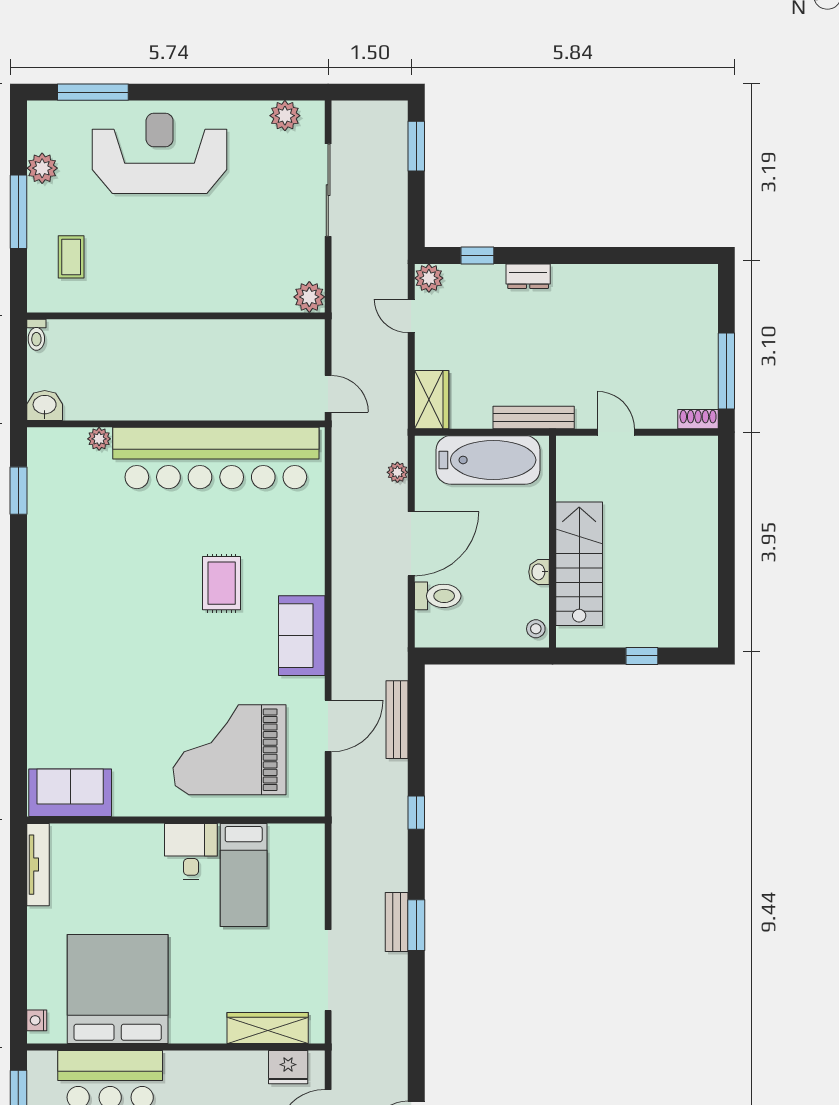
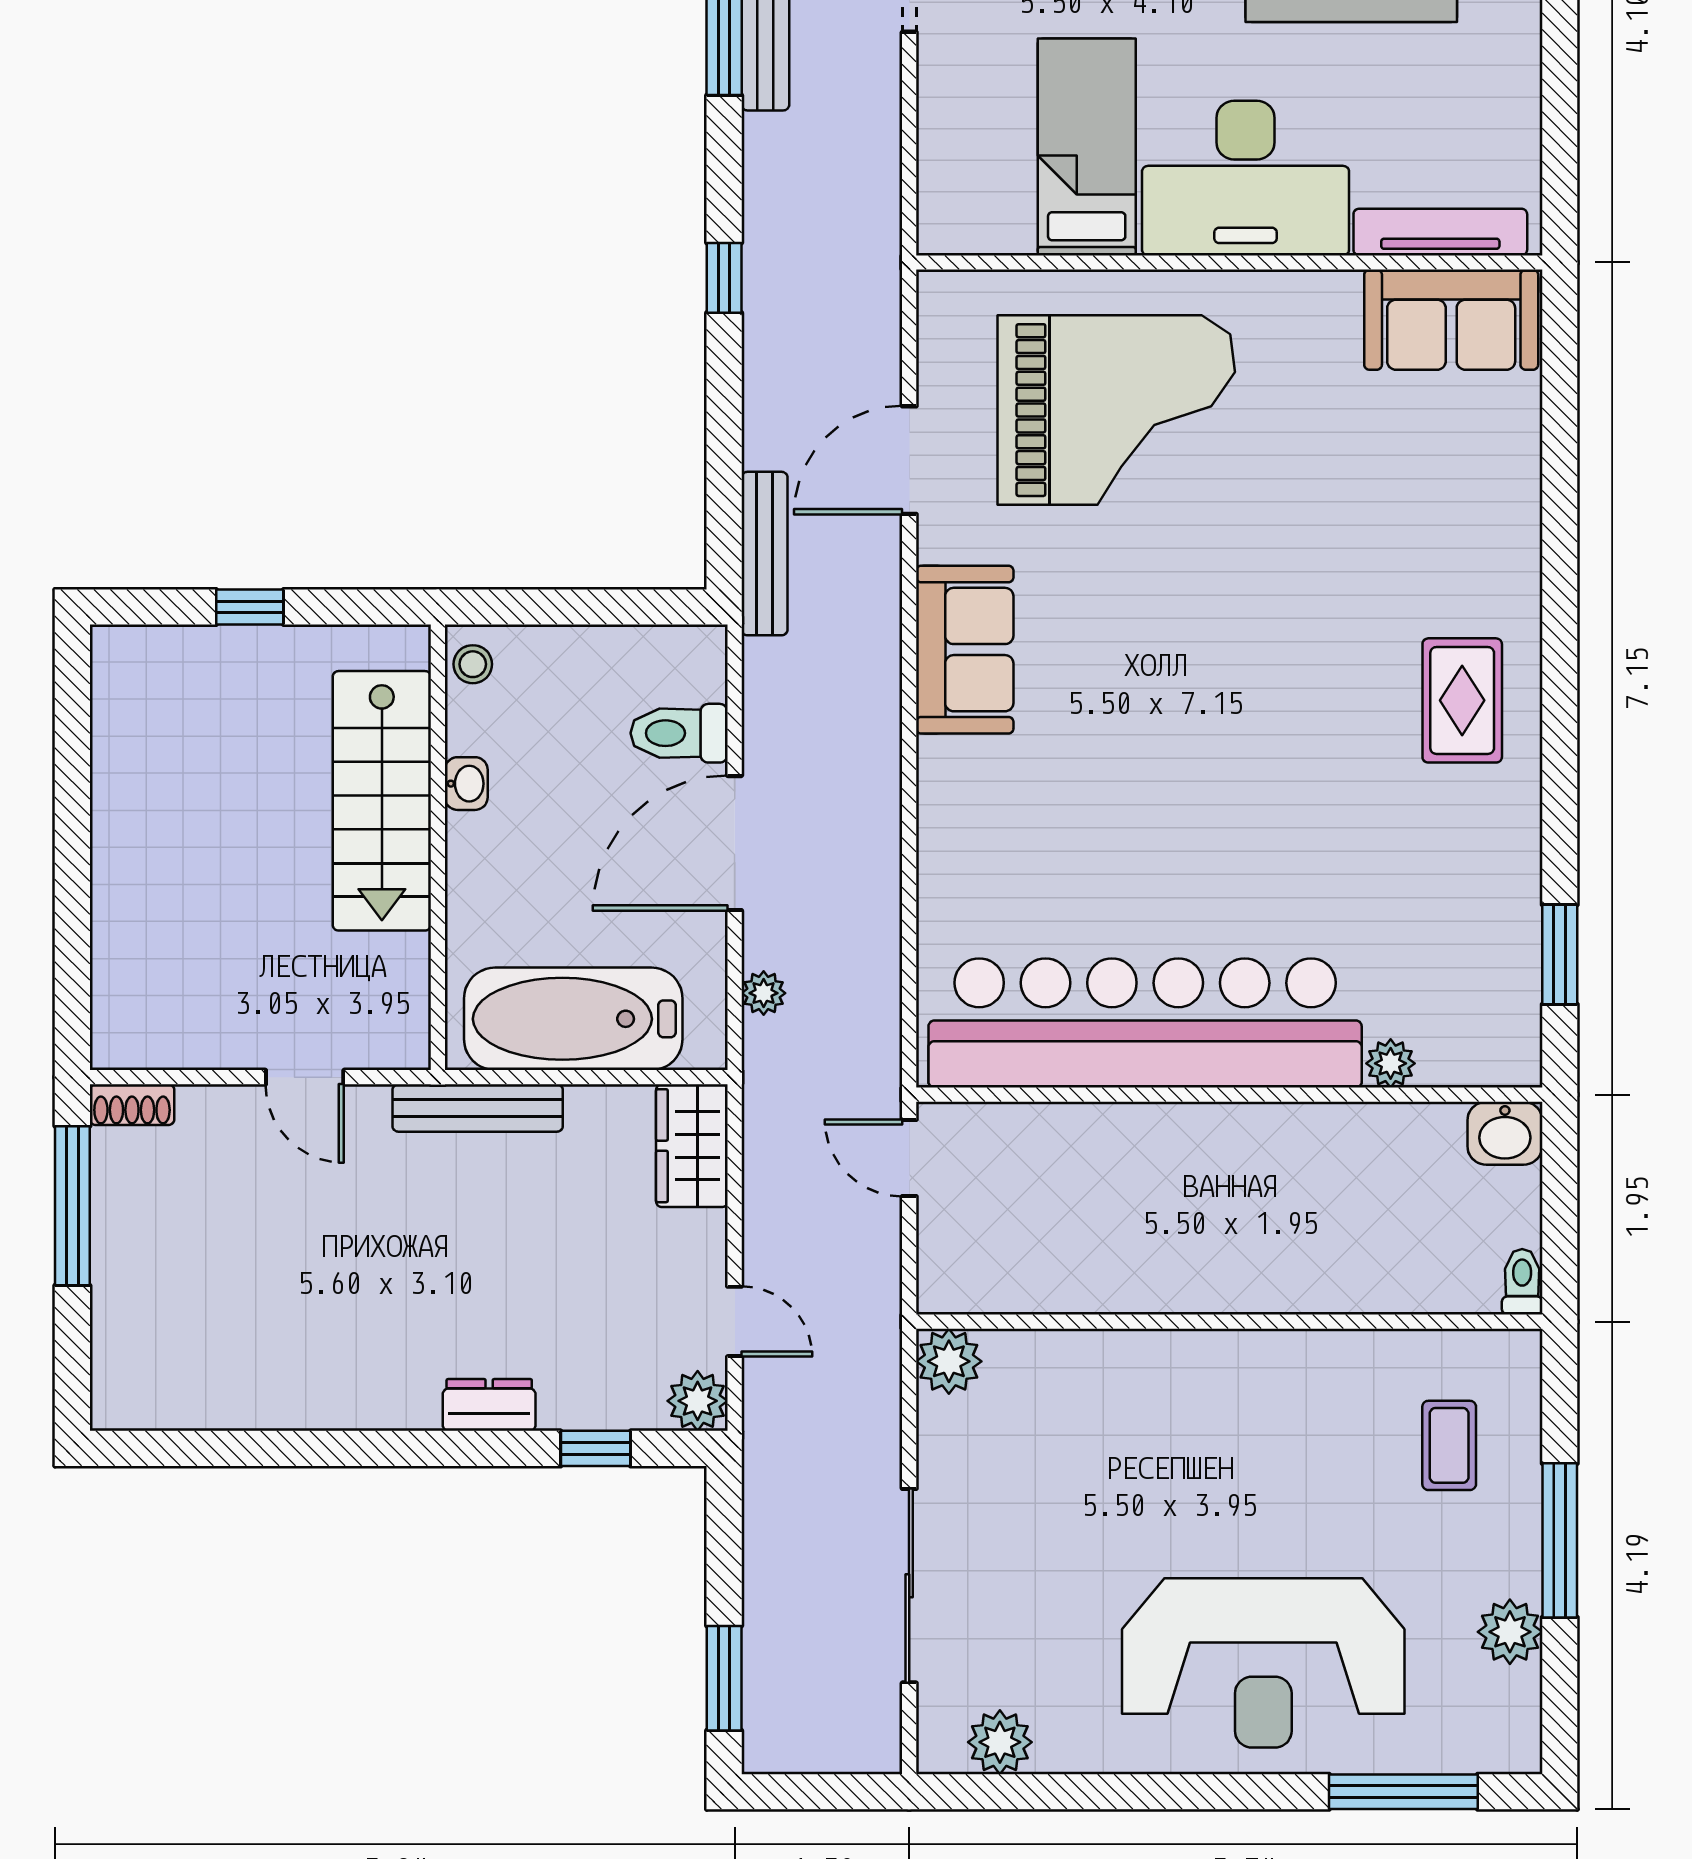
rug: (222, 583) -> (1462, 700), moved
bench: (397, 720) -> (764, 554), moved
desk: (191, 852) -> (1246, 178), width x1.87, depth x1.30
tv unit: (38, 865) -> (1440, 232), moved, turned 90

